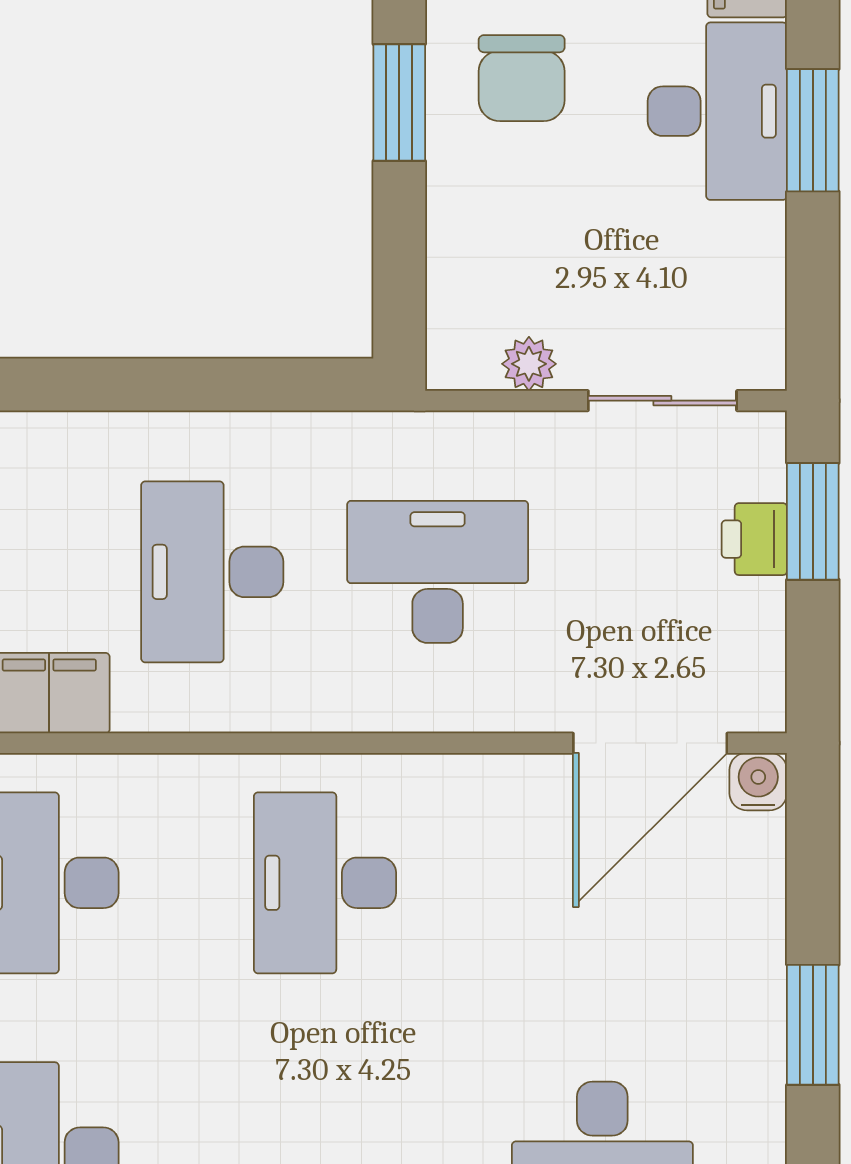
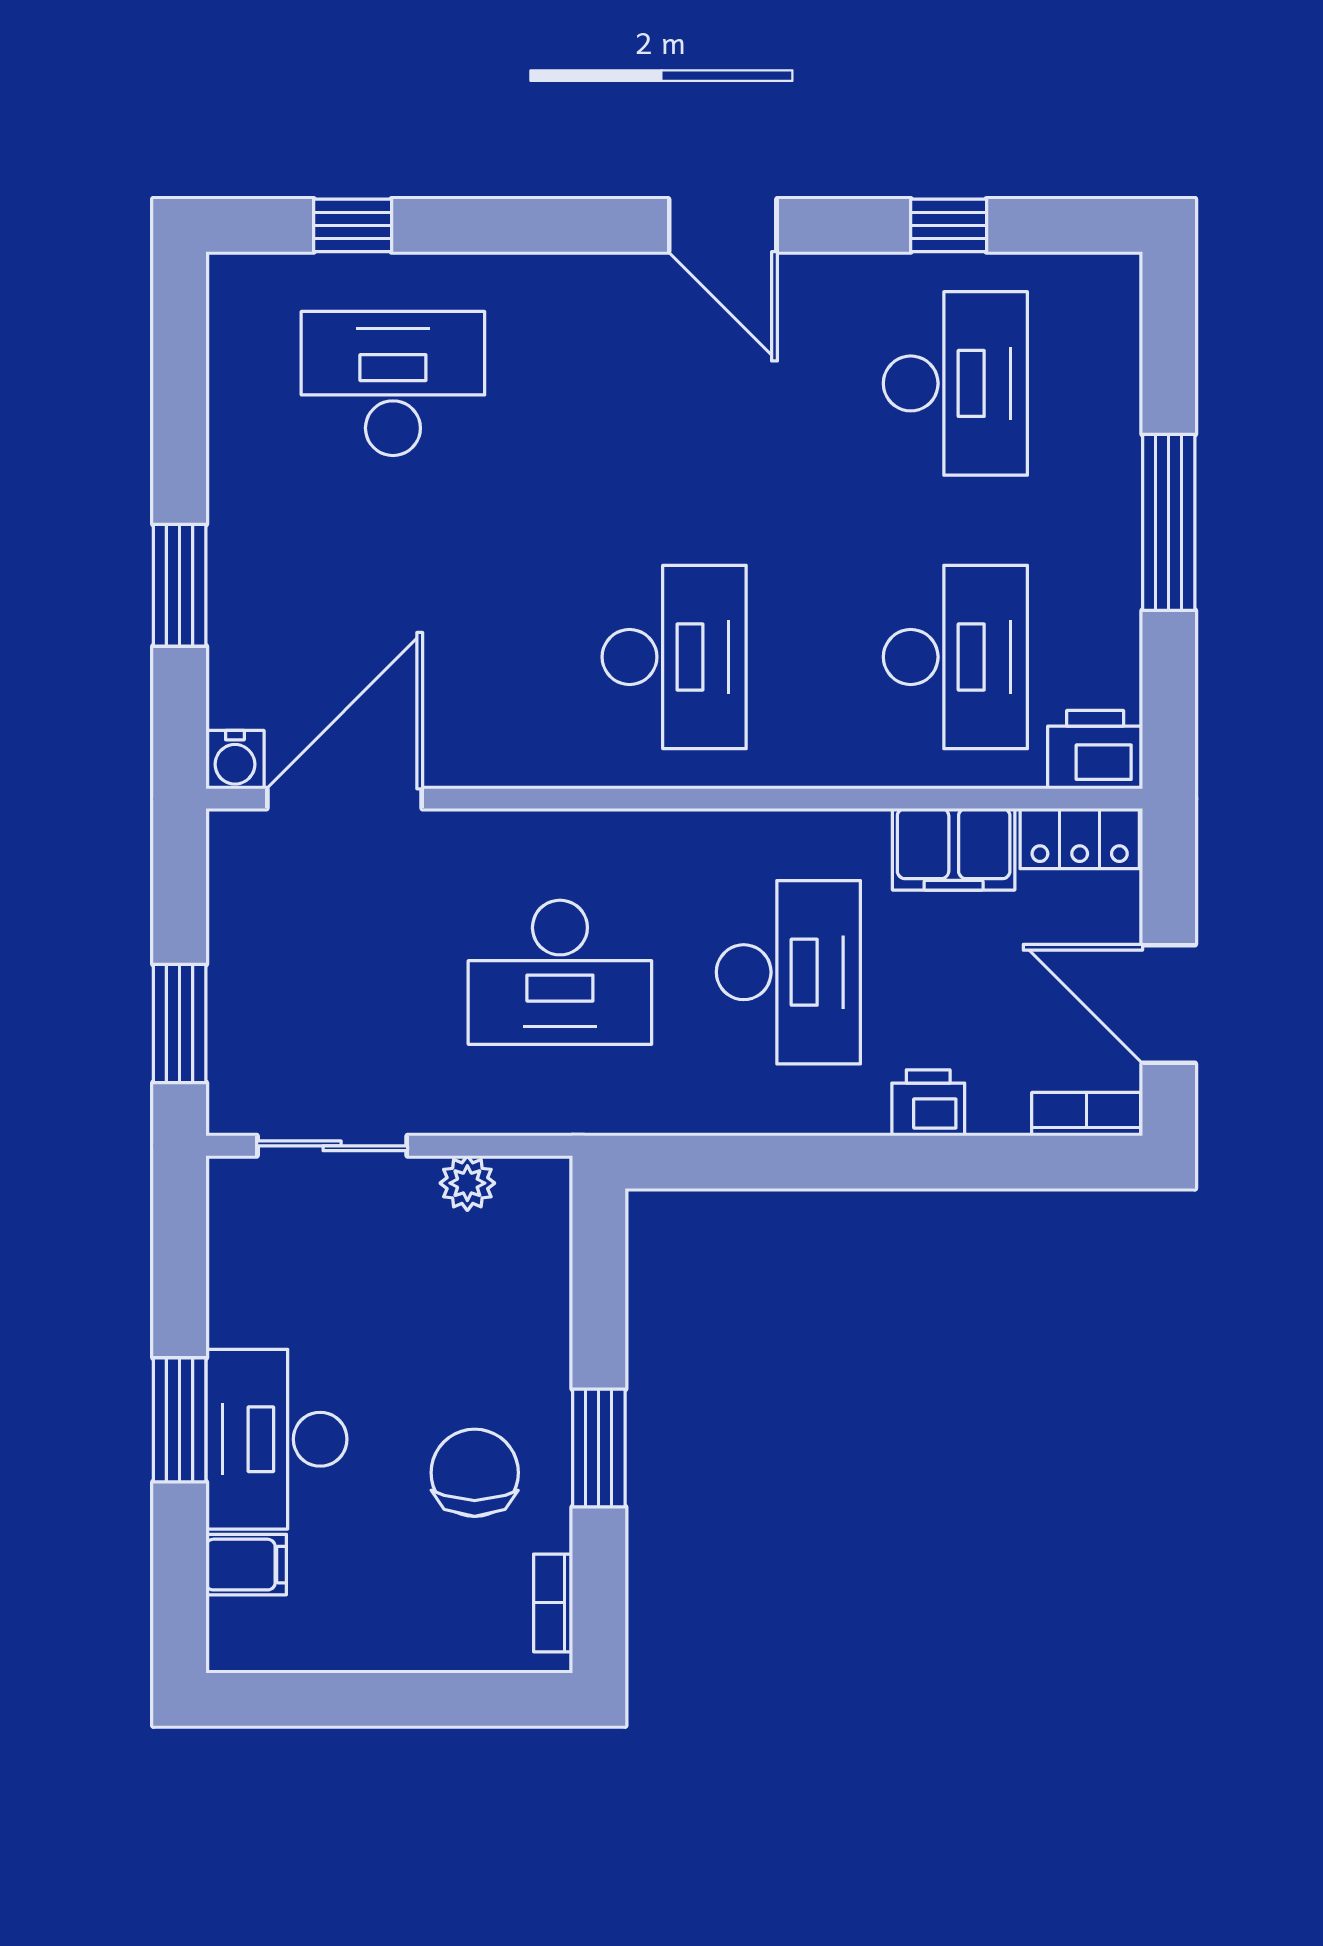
printer: (754, 539) -> (928, 1103), moved, turned -90
window: (813, 1025) -> (180, 585), moved

